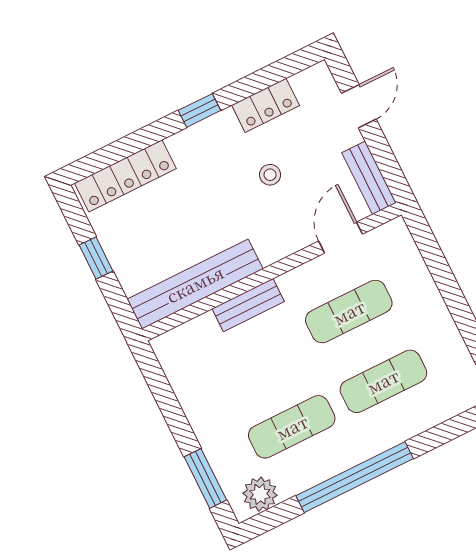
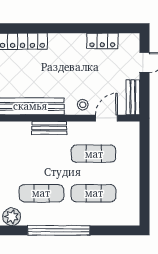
window: (199, 110) -> (71, 28), removed
stool: (270, 175) -> (83, 105), moved

